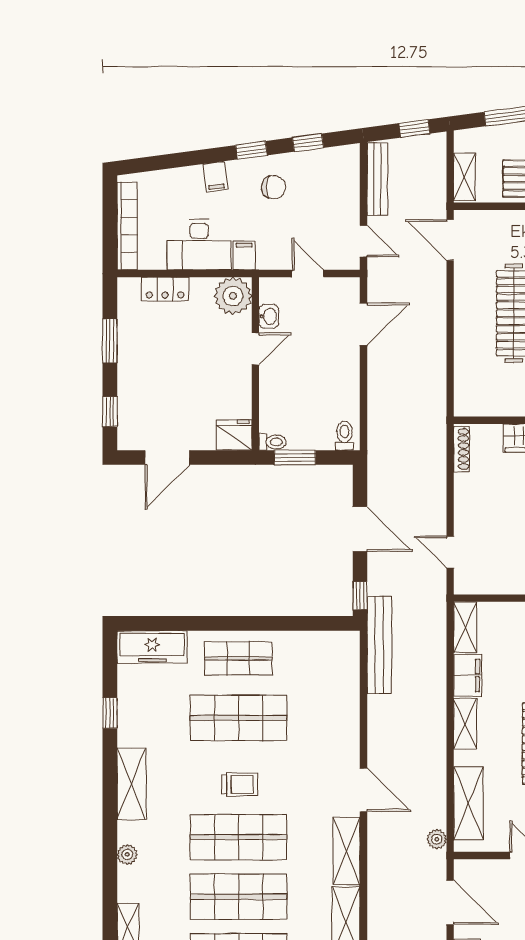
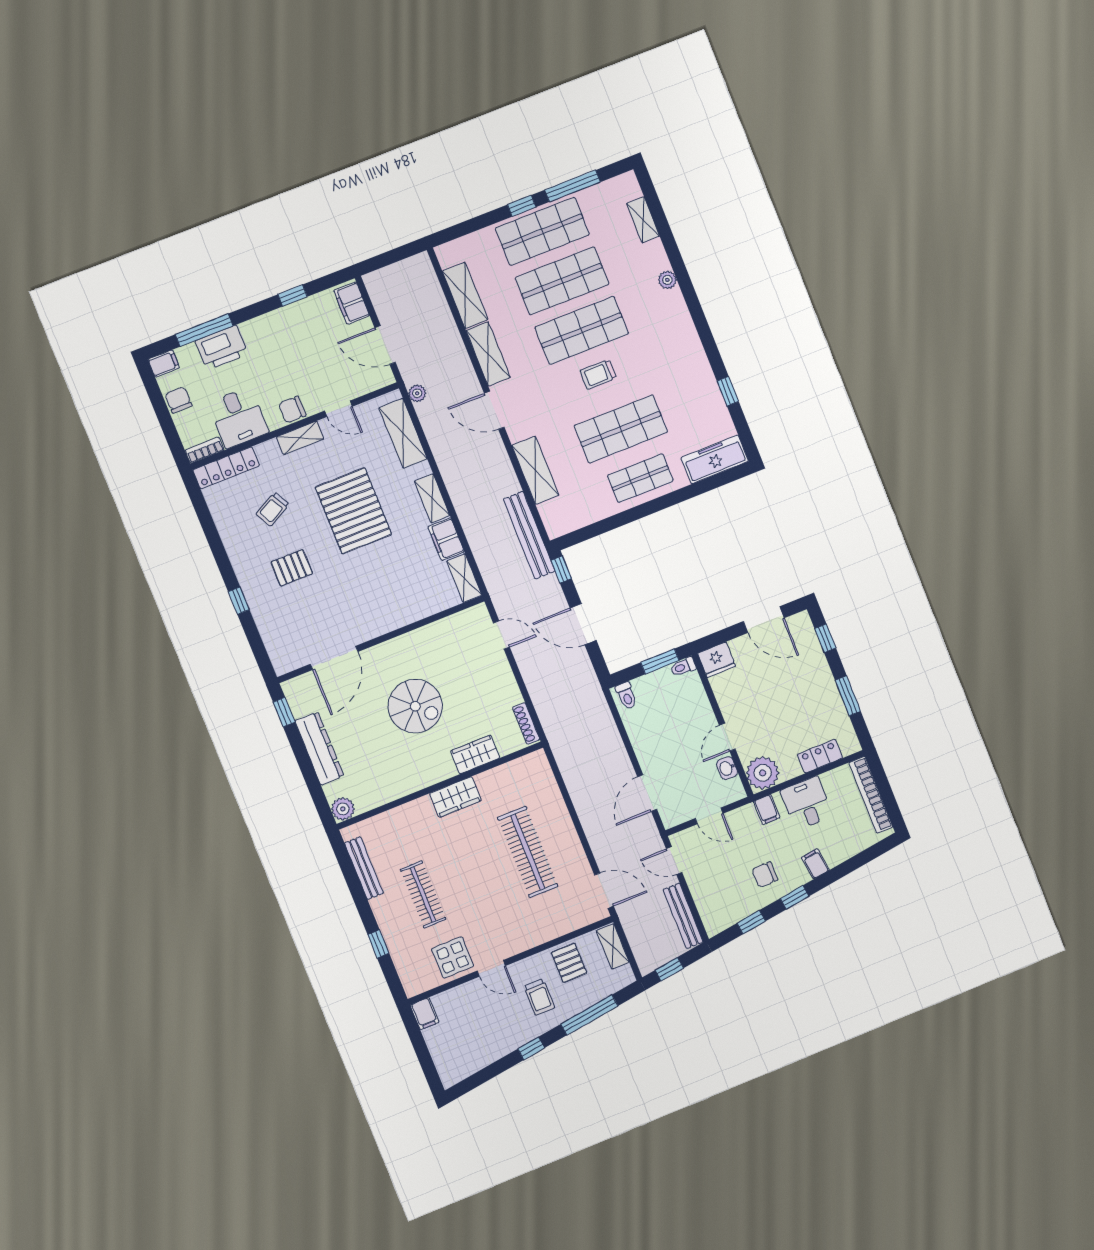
desk: (199, 245) -> (807, 803), width x0.73
door: (167, 457) -> (764, 620), swing flipped
shelving: (131, 784) -> (535, 470), moved

